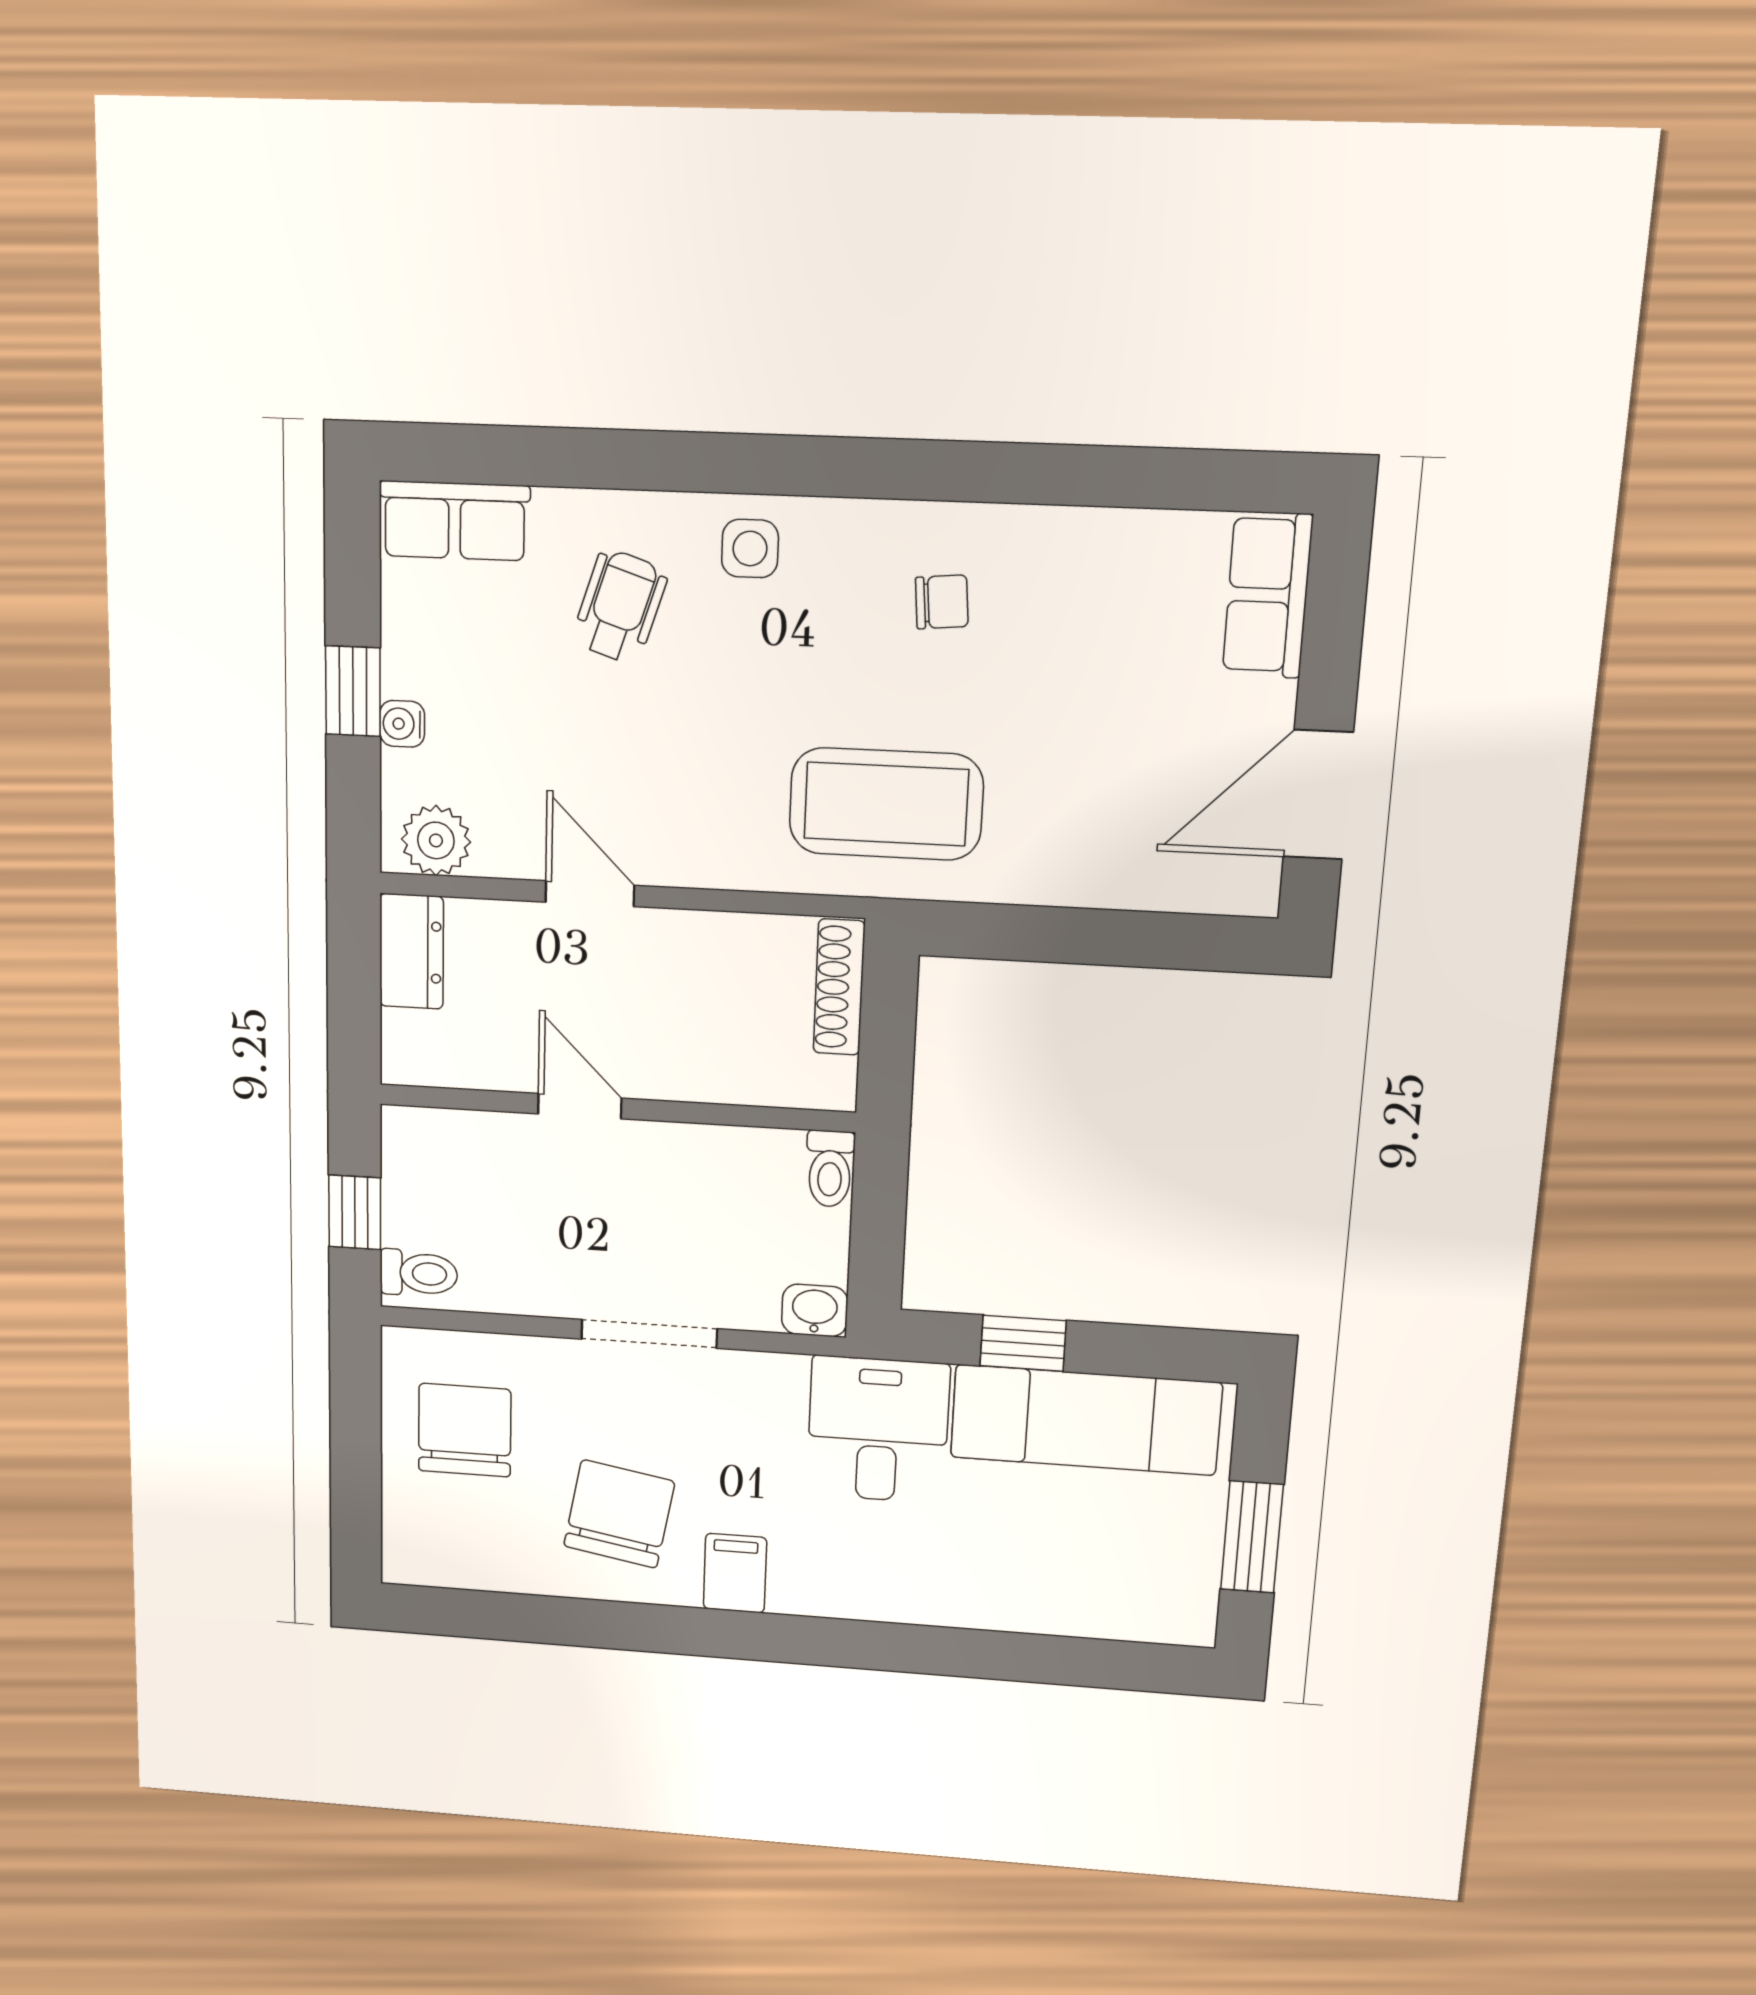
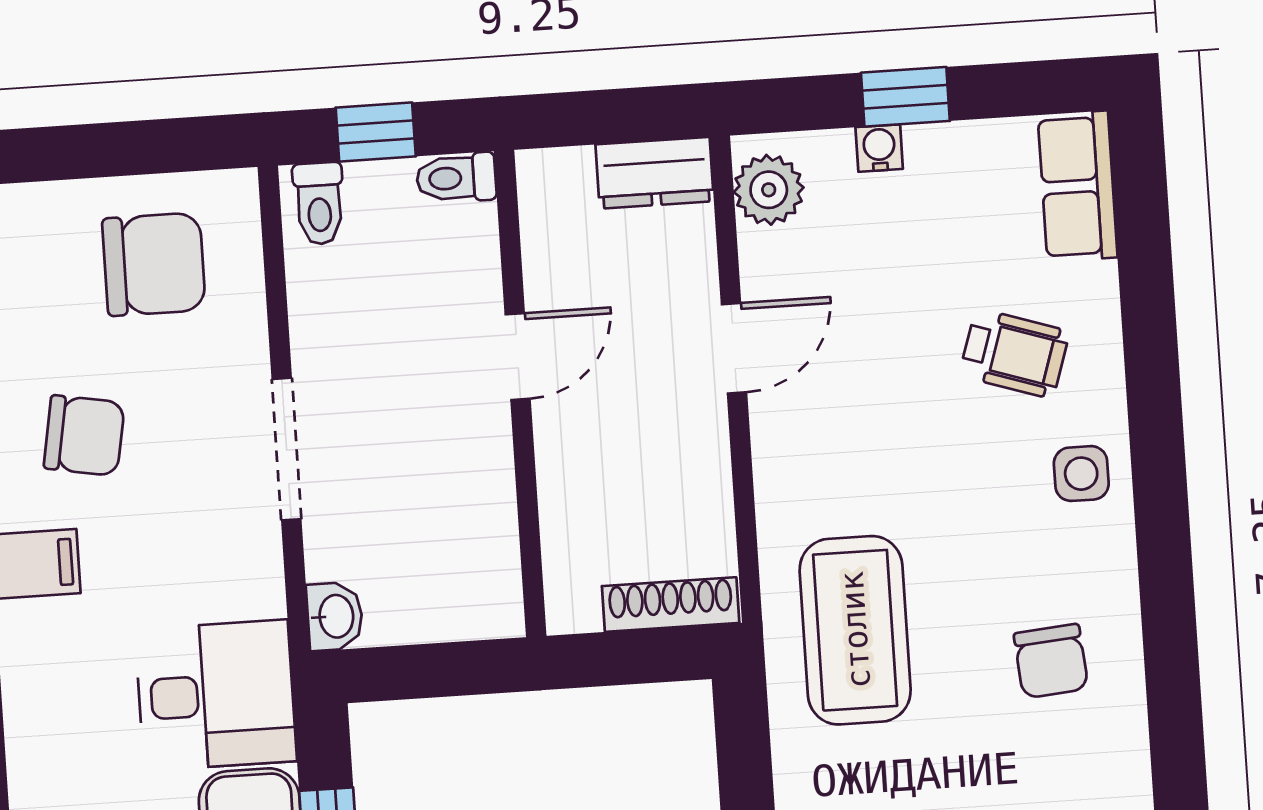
chair: (942, 602) -> (1051, 661), width x1.37, depth x1.37
toilet: (830, 1169) -> (456, 178), moved
chair: (619, 1514) -> (84, 436), width x0.73, depth x0.73

